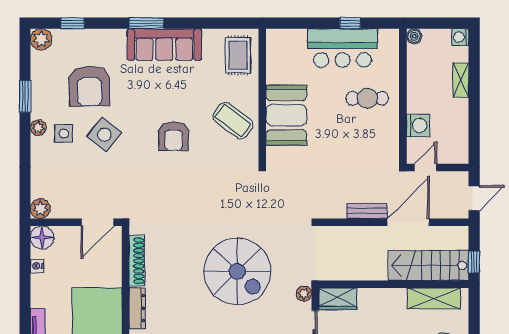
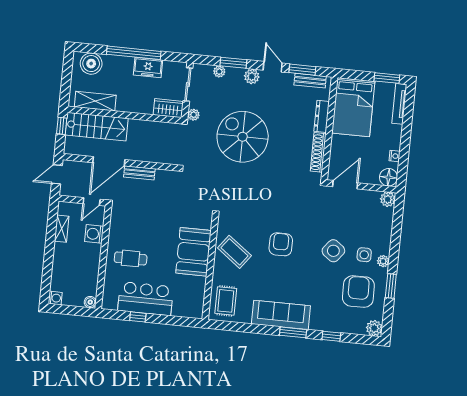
window: (72, 23) -> (331, 336), moved
shelving: (461, 80) -> (62, 229), moved
armchair: (90, 86) -> (358, 292), moved

